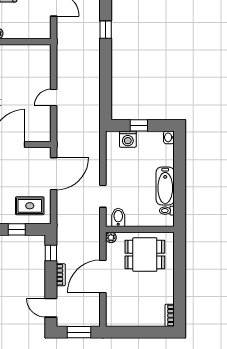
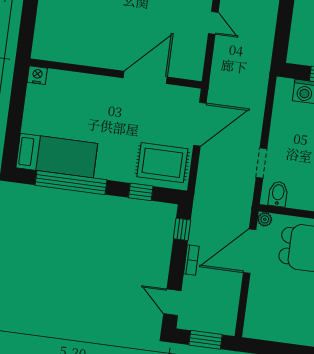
door: (54, 97) -> (213, 23), swing flipped
rug: (30, 206) -> (162, 163), width x1.36, depth x1.43
door: (103, 276) -> (250, 251), moved

